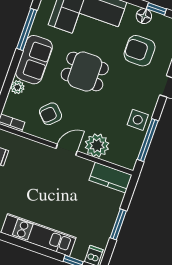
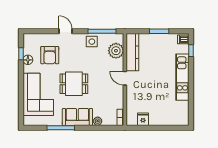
dining table: (85, 72) -> (74, 84), turned 90
armchair: (50, 114) -> (107, 96), removed
plant: (97, 145) -> (116, 51), moved
kitchen counter: (110, 178) -> (132, 52), width x1.50

